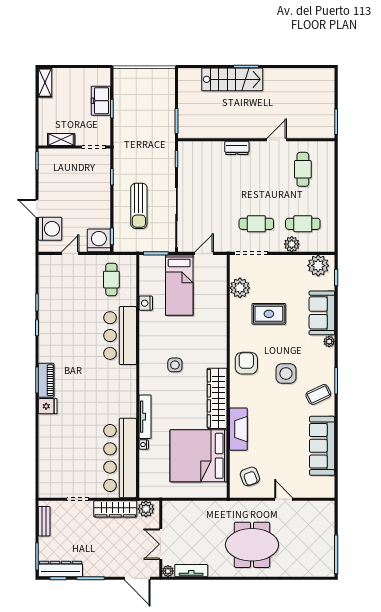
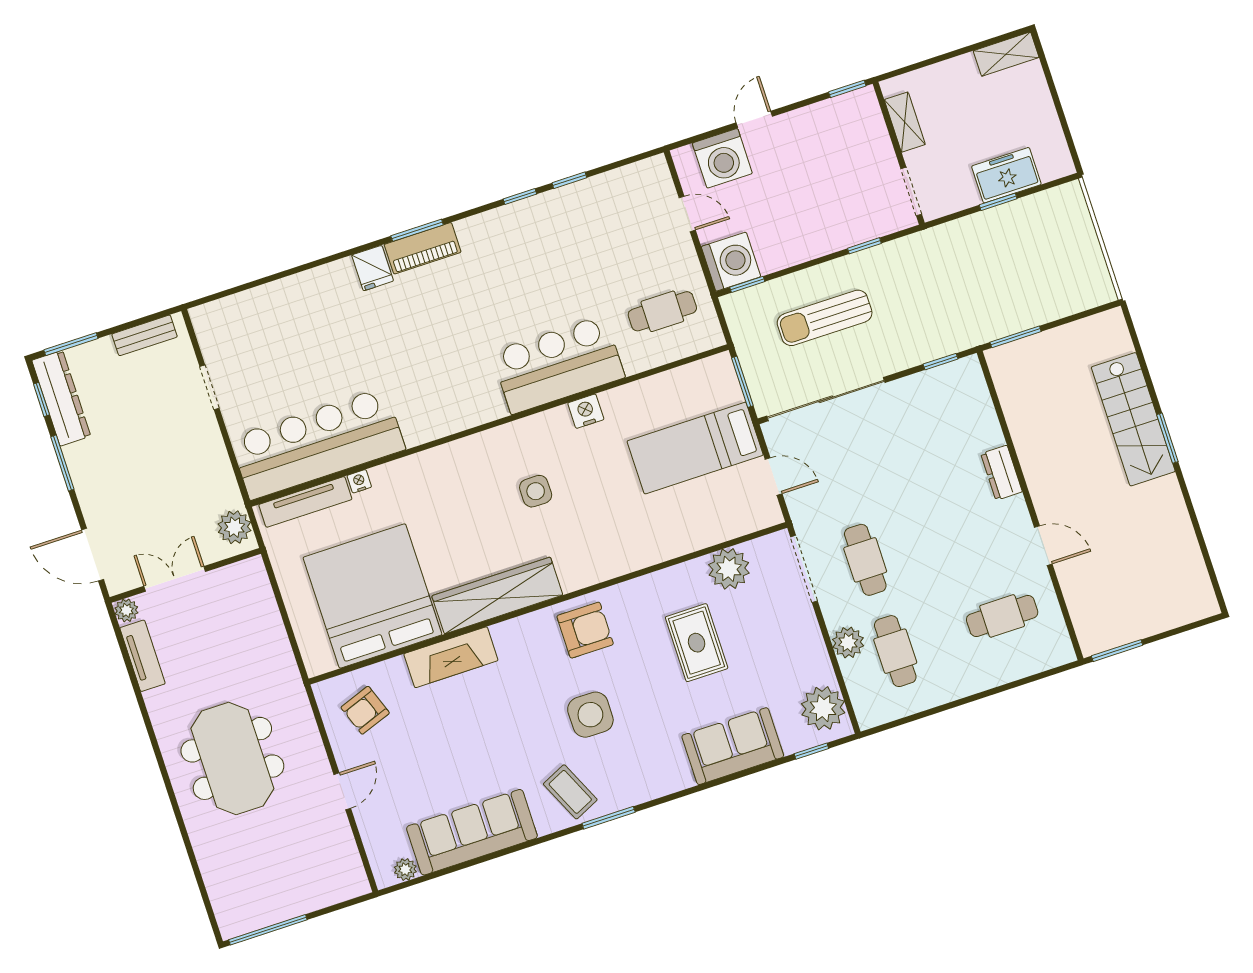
nightstand: (146, 303) -> (586, 411), moved
plant: (329, 342) -> (405, 869), moved
tv unit: (145, 417) -> (305, 502), moved
wardrobe: (115, 509) -> (215, 467), removed
door: (137, 578) -> (93, 555), hinge flipped

